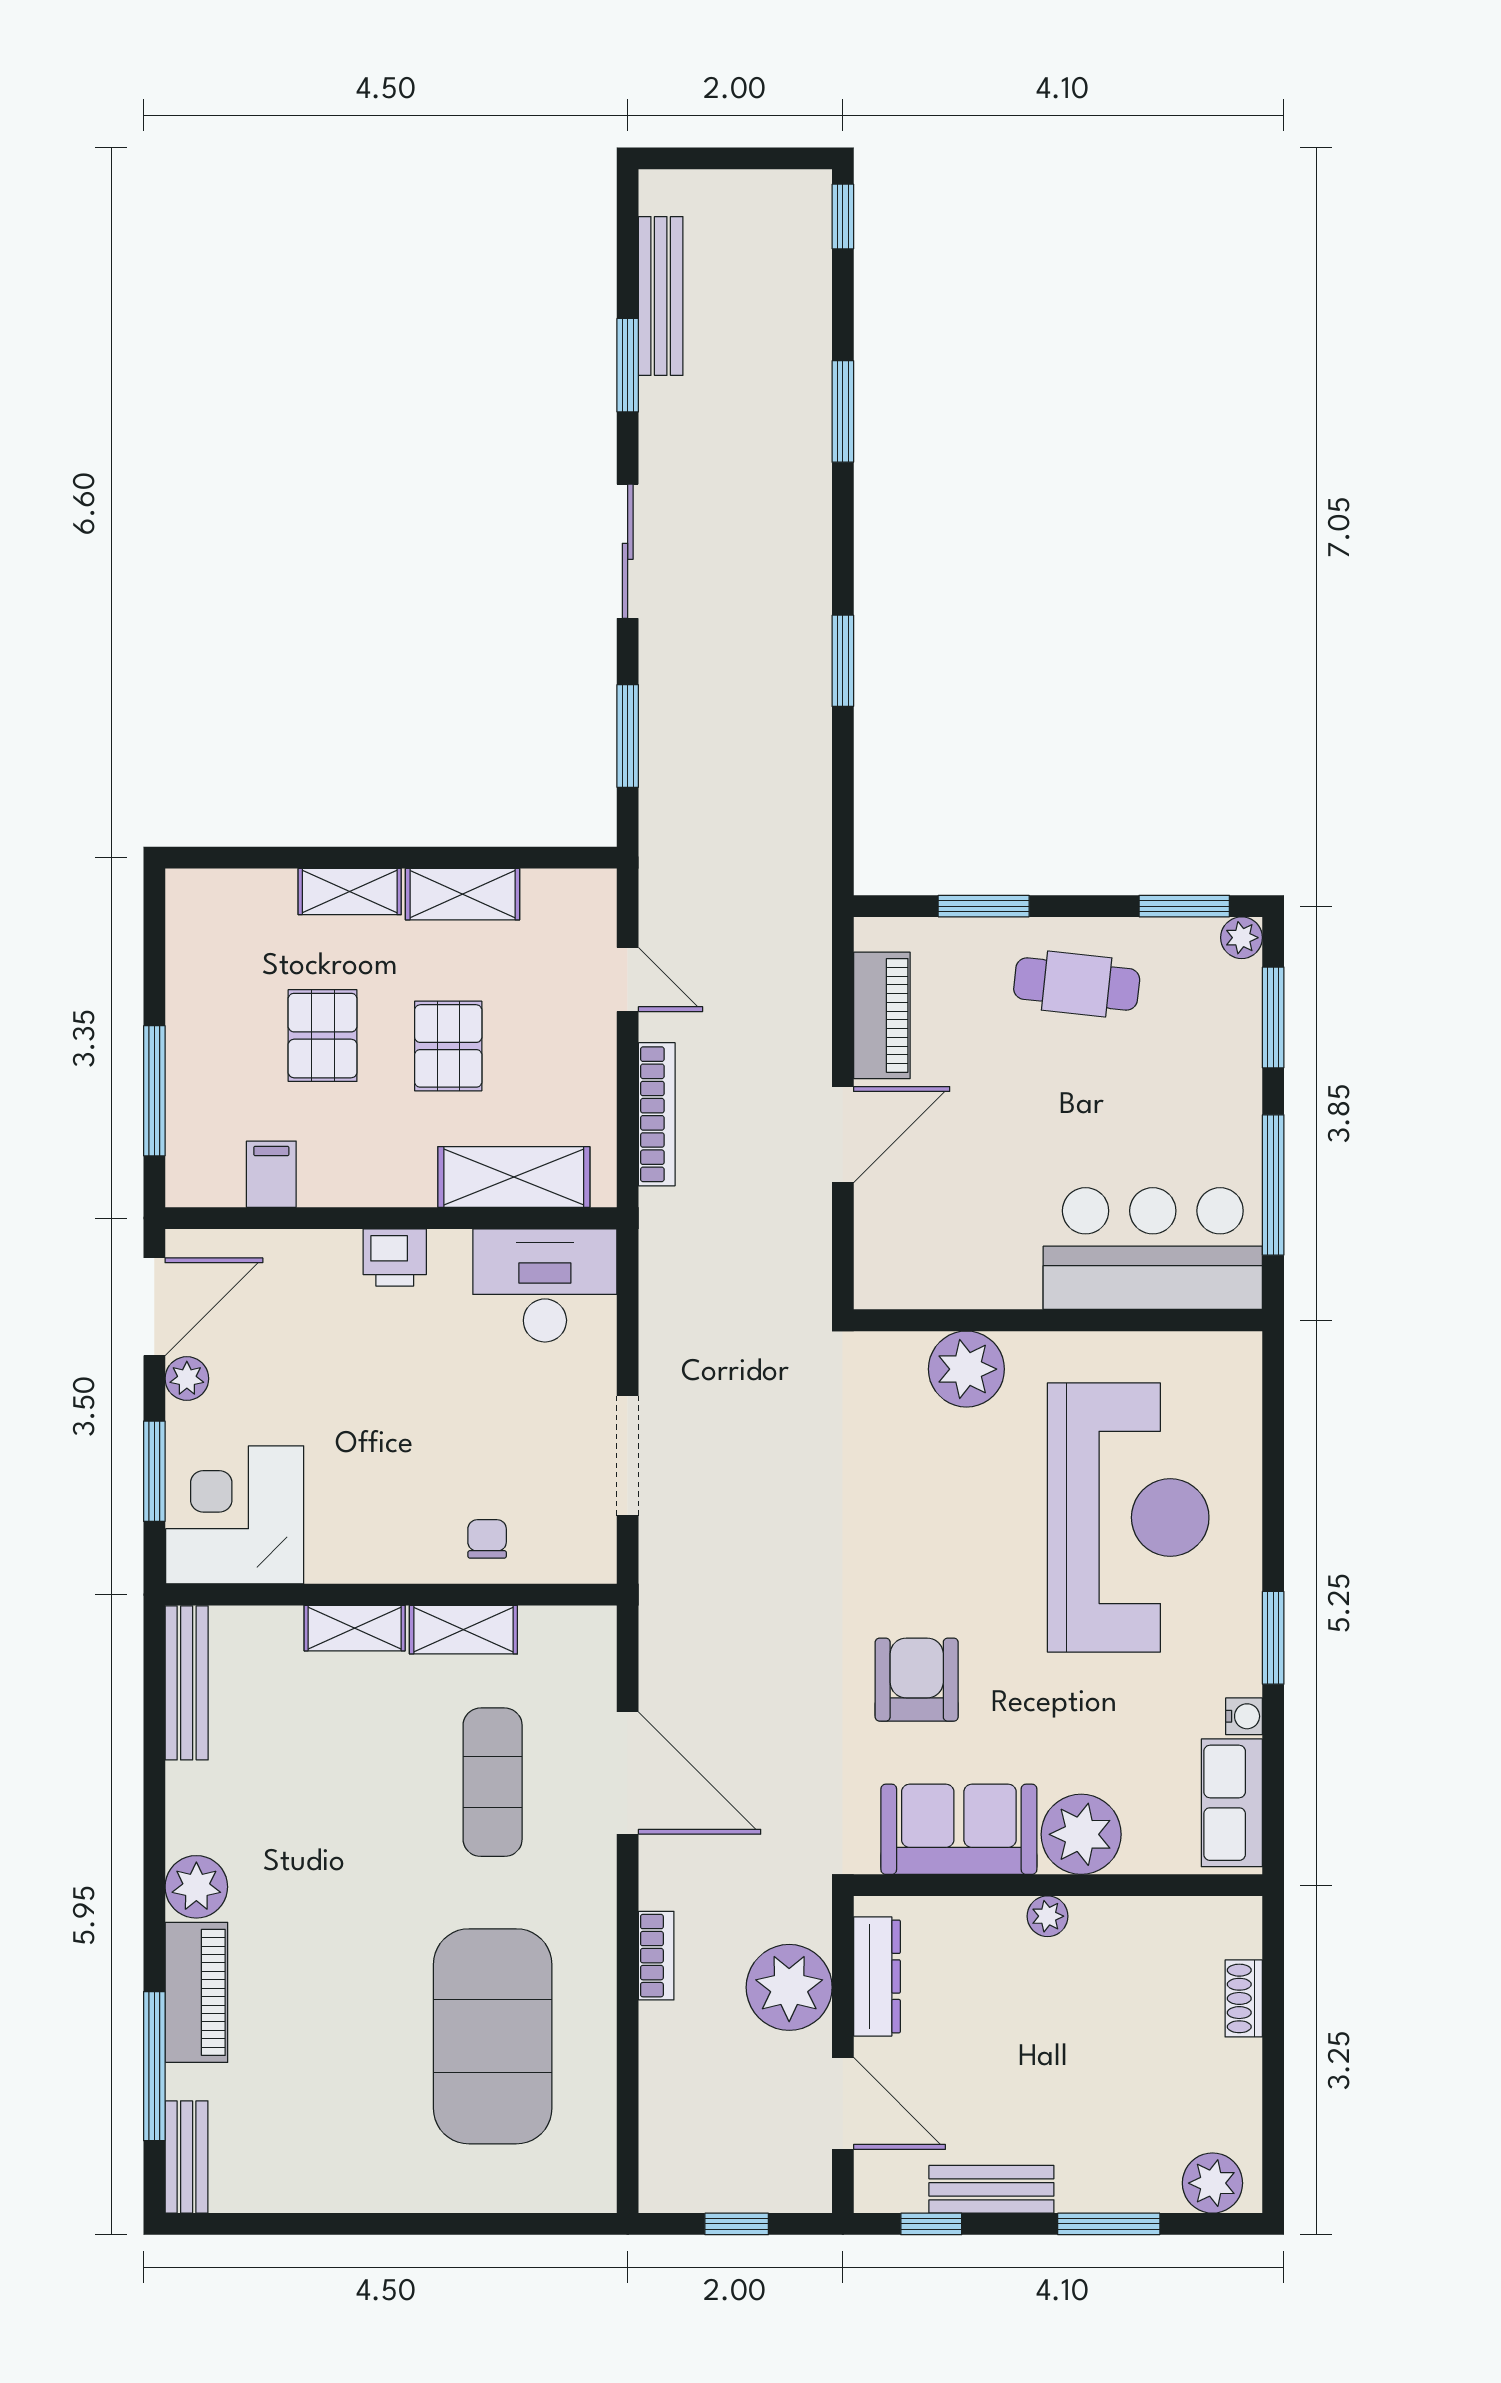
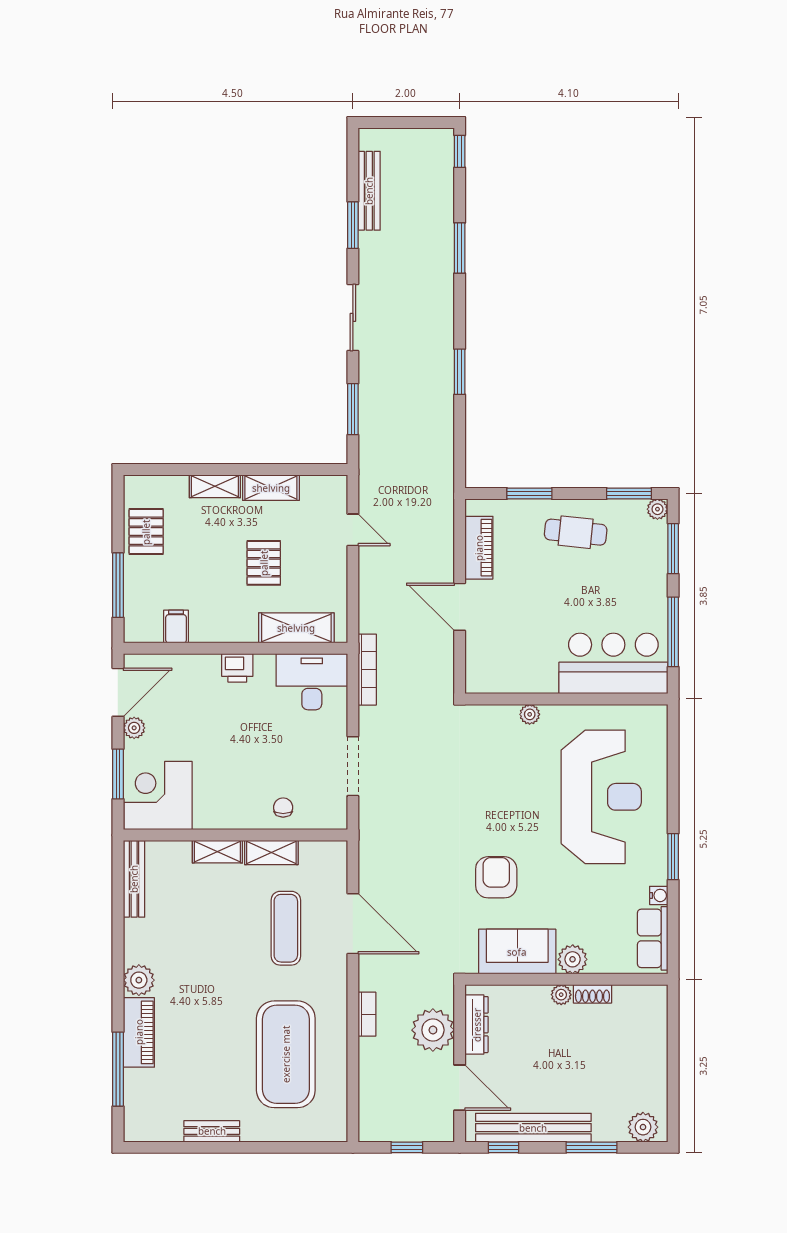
pallet: (323, 1036) -> (146, 532), moved
bookcase: (657, 1114) -> (367, 670), moved
door: (843, 1135) -> (460, 607), swing flipped
plant: (966, 1369) -> (530, 714), width x0.53, depth x0.53
plant: (1081, 1834) -> (573, 959), width x0.73, depth x0.73
shoe rack: (1244, 1998) -> (592, 994), moved, turned -90
bench: (187, 2157) -> (212, 1131), moved, turned 90
bench: (991, 2189) -> (533, 1128), width x1.86, depth x1.21

